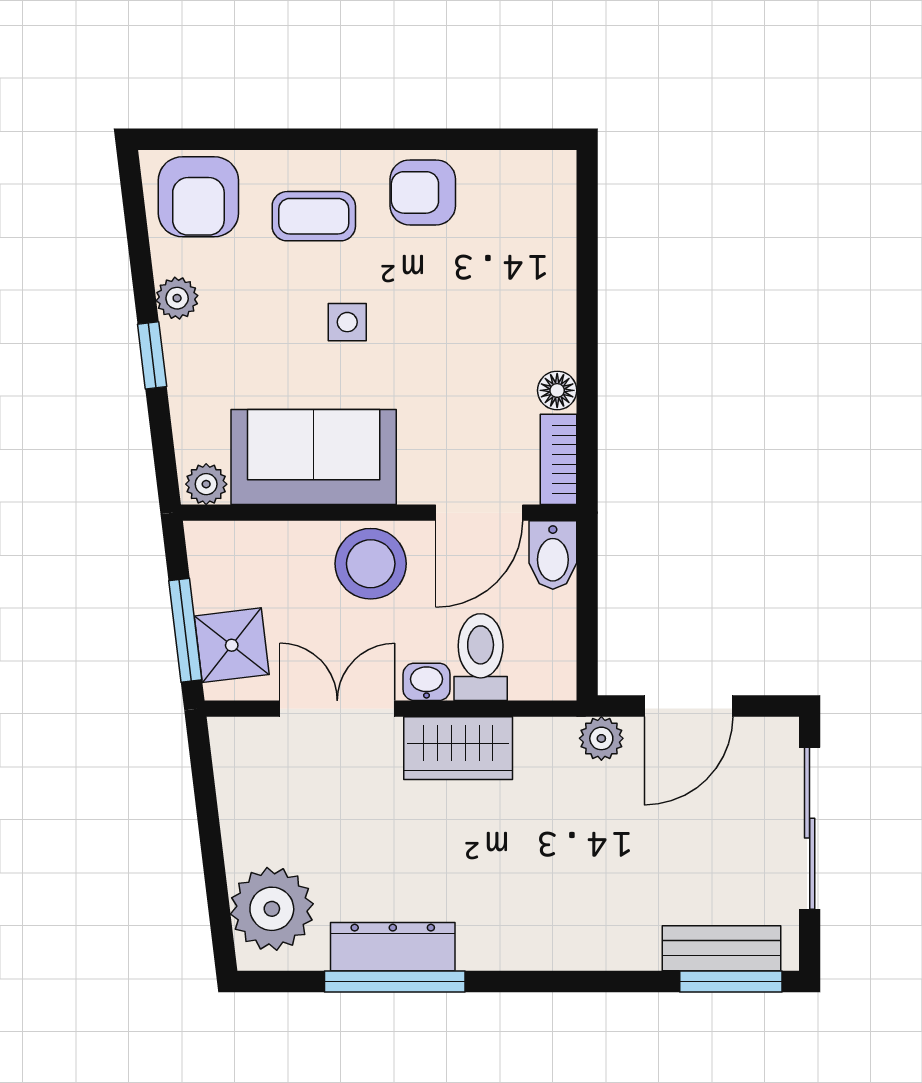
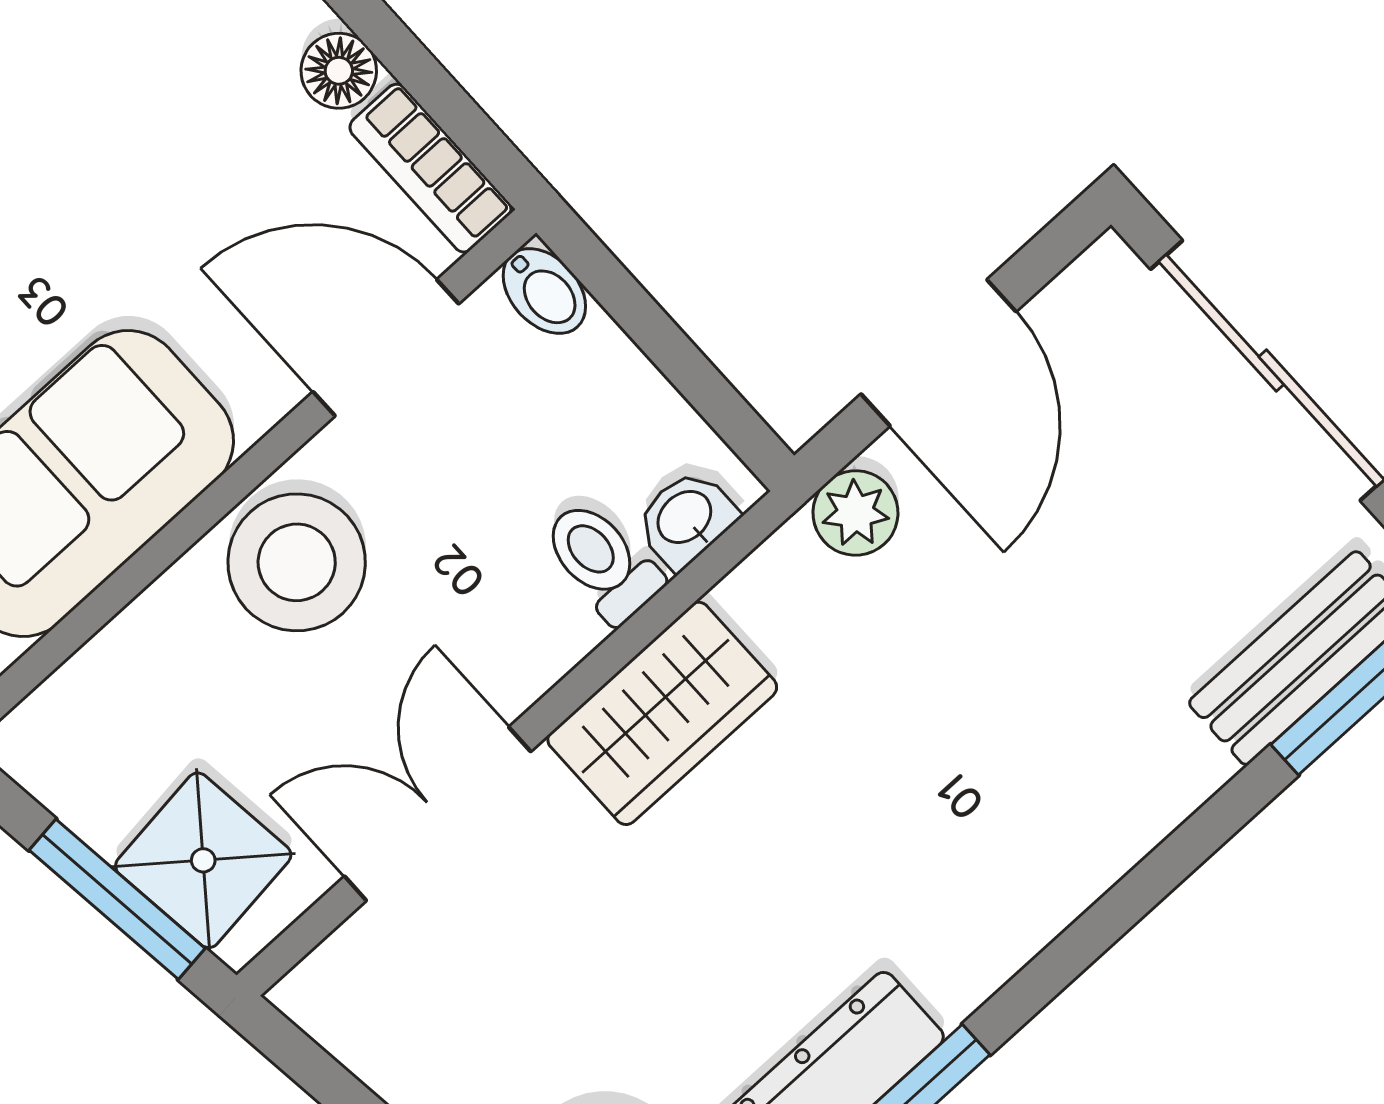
door: (479, 513) -> (386, 348), swing flipped
bidet: (553, 555) -> (544, 291), width x0.72, depth x0.74
toilet: (481, 657) -> (602, 562), width x0.73, depth x0.72
washbasin: (427, 682) -> (686, 519), moved

